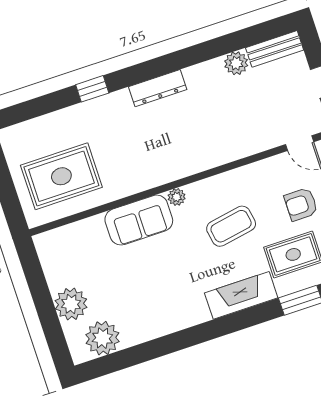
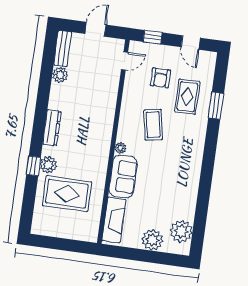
plant: (104, 109) -> (48, 165), added
rug: (61, 176) -> (67, 194), moved, turned 90
fireplace: (241, 295) -> (114, 220), moved, turned 180

